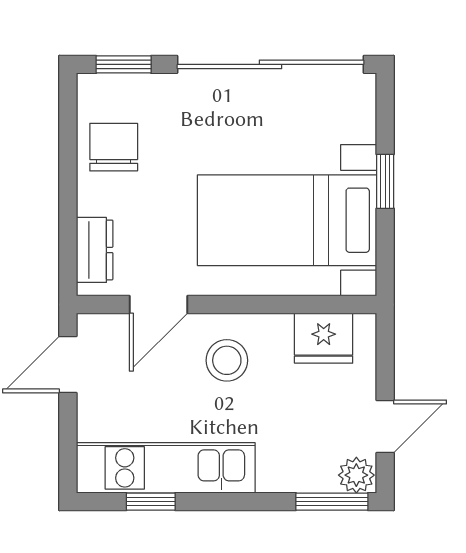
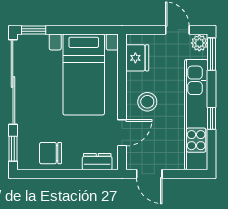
window: (385, 181) -> (34, 30), moved
door: (158, 304) -> (122, 133), hinge flipped
kitchen unit: (166, 468) -> (196, 115), width x1.36
window: (151, 502) -> (211, 118), moved

